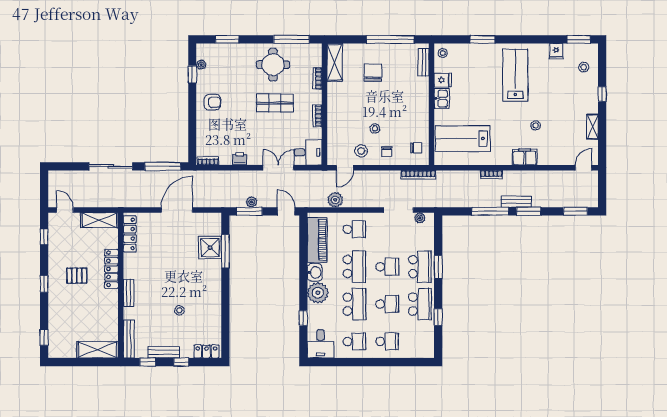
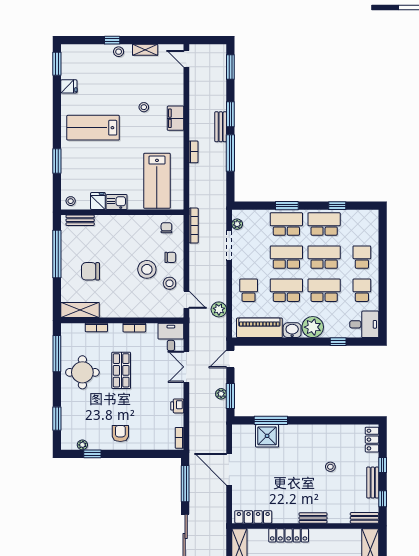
stool: (584, 67) -> (119, 52), moved
stool: (375, 129) -> (147, 269), width x1.89, depth x1.89
school desk: (387, 267) -> (286, 257), width x1.85
school desk: (387, 304) -> (324, 257), width x1.85
bench: (129, 339) -> (365, 518), width x0.73

